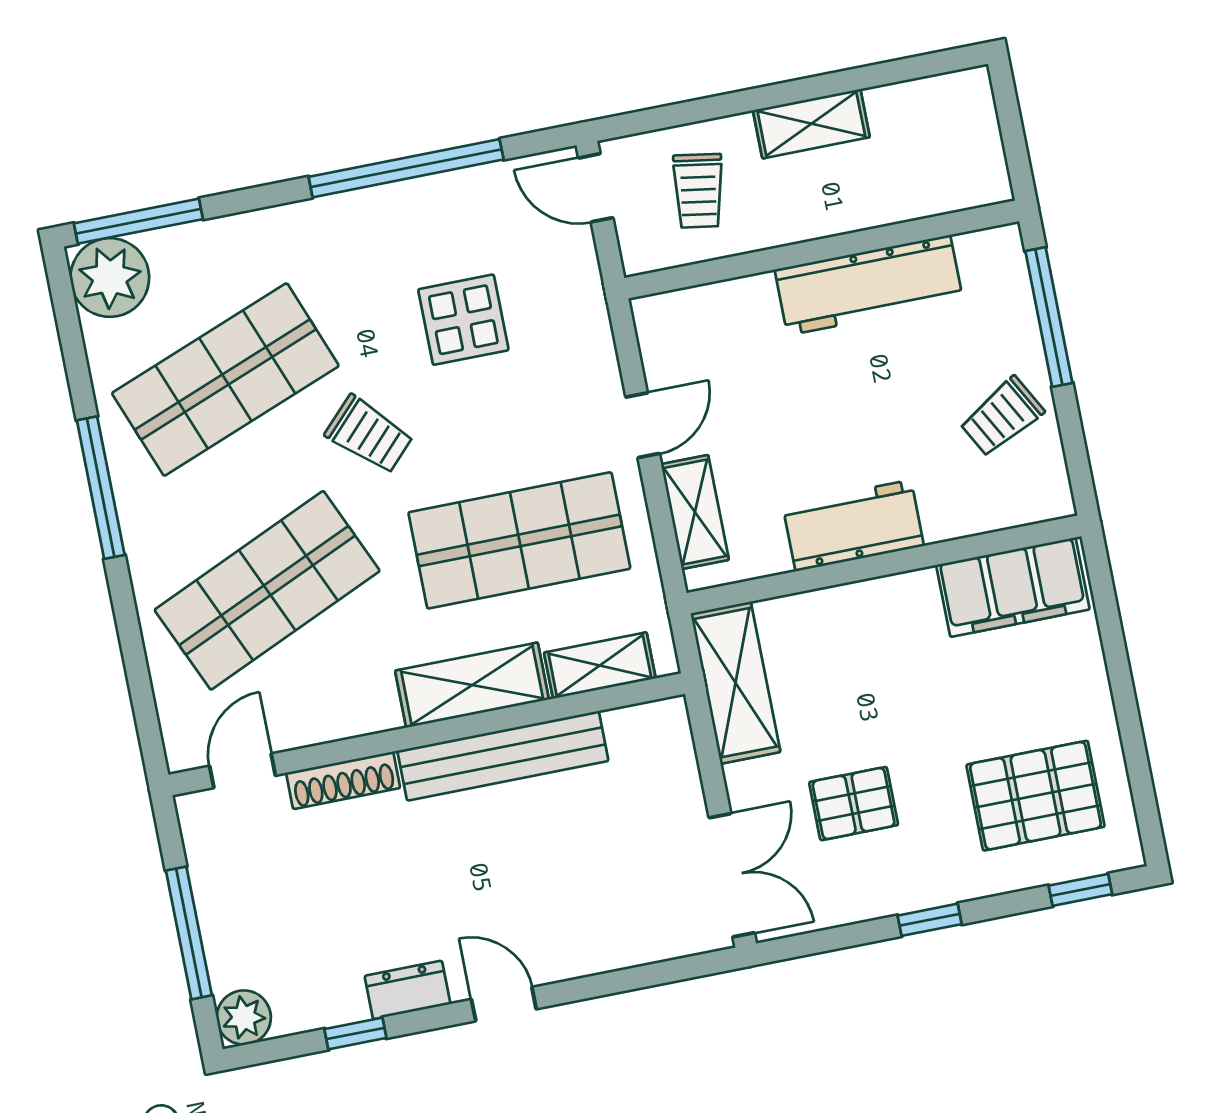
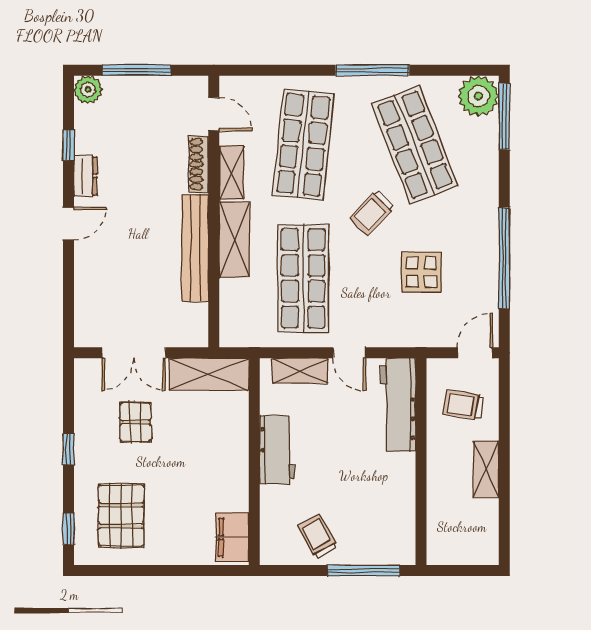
workbench: (869, 285) -> (398, 405), moved
filing cabinet: (1013, 587) -> (232, 537), width x0.67, depth x0.86
shop shelf: (267, 590) -> (303, 145), turned 30
shelving: (600, 665) -> (231, 172), moved
double door: (732, 875) -> (134, 353), moved

